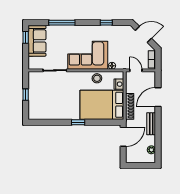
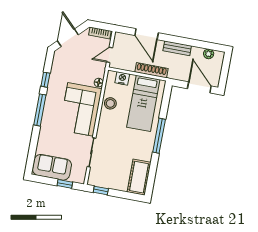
window: (62, 23) -> (40, 110), moved
window: (26, 37) -> (65, 184), moved
window: (26, 95) -> (101, 191), moved
bed: (102, 105) -> (143, 103), width x0.67
cot: (42, 112) -> (139, 177), added
window: (78, 122) -> (159, 136), width x2.17
door: (123, 137) -> (199, 87), moved

